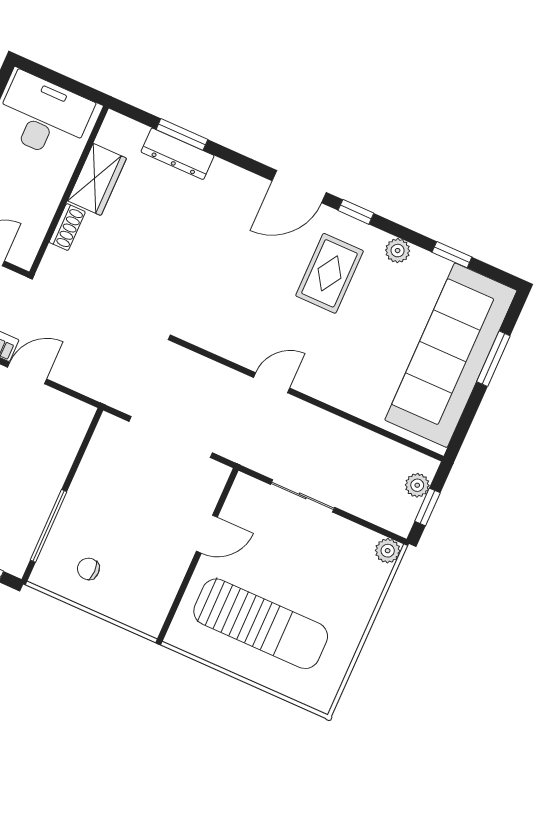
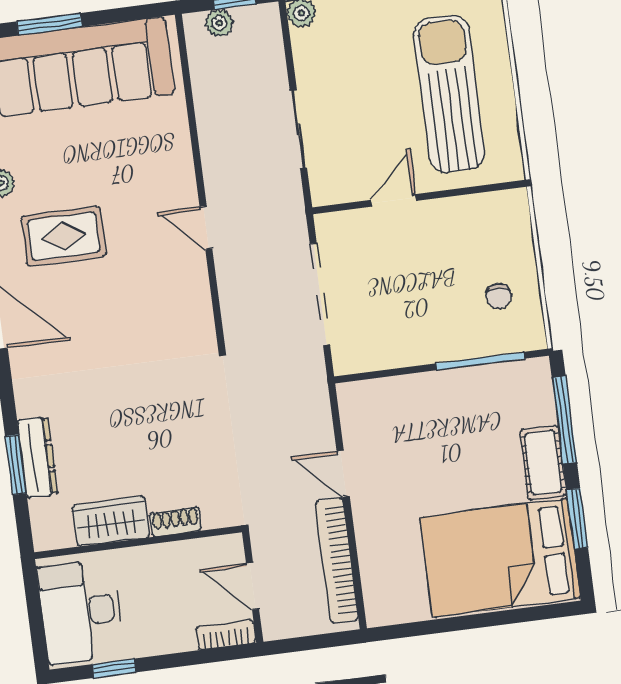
door: (207, 534) -> (394, 200), hinge flipped

